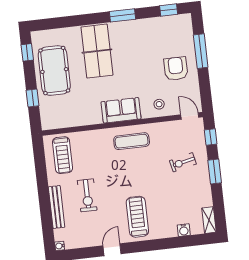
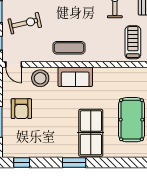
window: (123, 15) -> (74, 162), moved
stool: (159, 104) -> (40, 78), width x1.89, depth x1.89
exercise bike: (183, 162) -> (25, 23), width x1.38, depth x1.39

